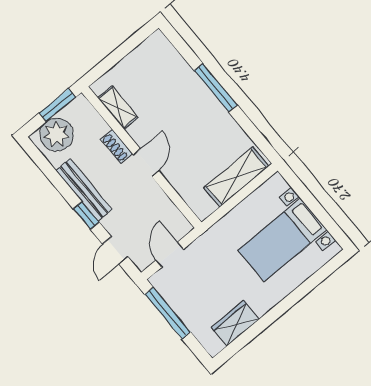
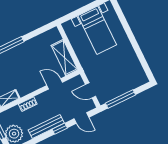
door: (146, 163) -> (55, 84), moved
shelving: (236, 177) -> (64, 58), moved
wardrobe: (235, 323) -> (134, 65), removed

